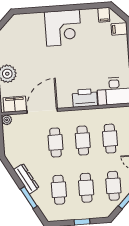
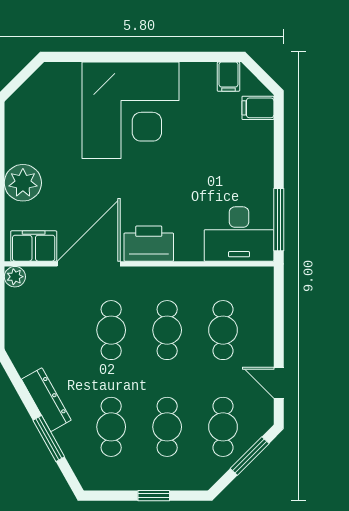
corner desk: (63, 28) -> (130, 110), width x1.36, depth x1.36
printer: (85, 98) -> (149, 244), moved

